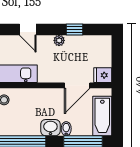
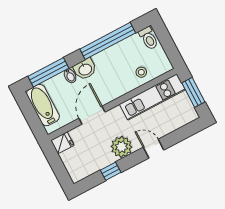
plant: (59, 40) -> (121, 147), width x1.88, depth x1.88
door: (77, 85) -> (92, 115), moved

